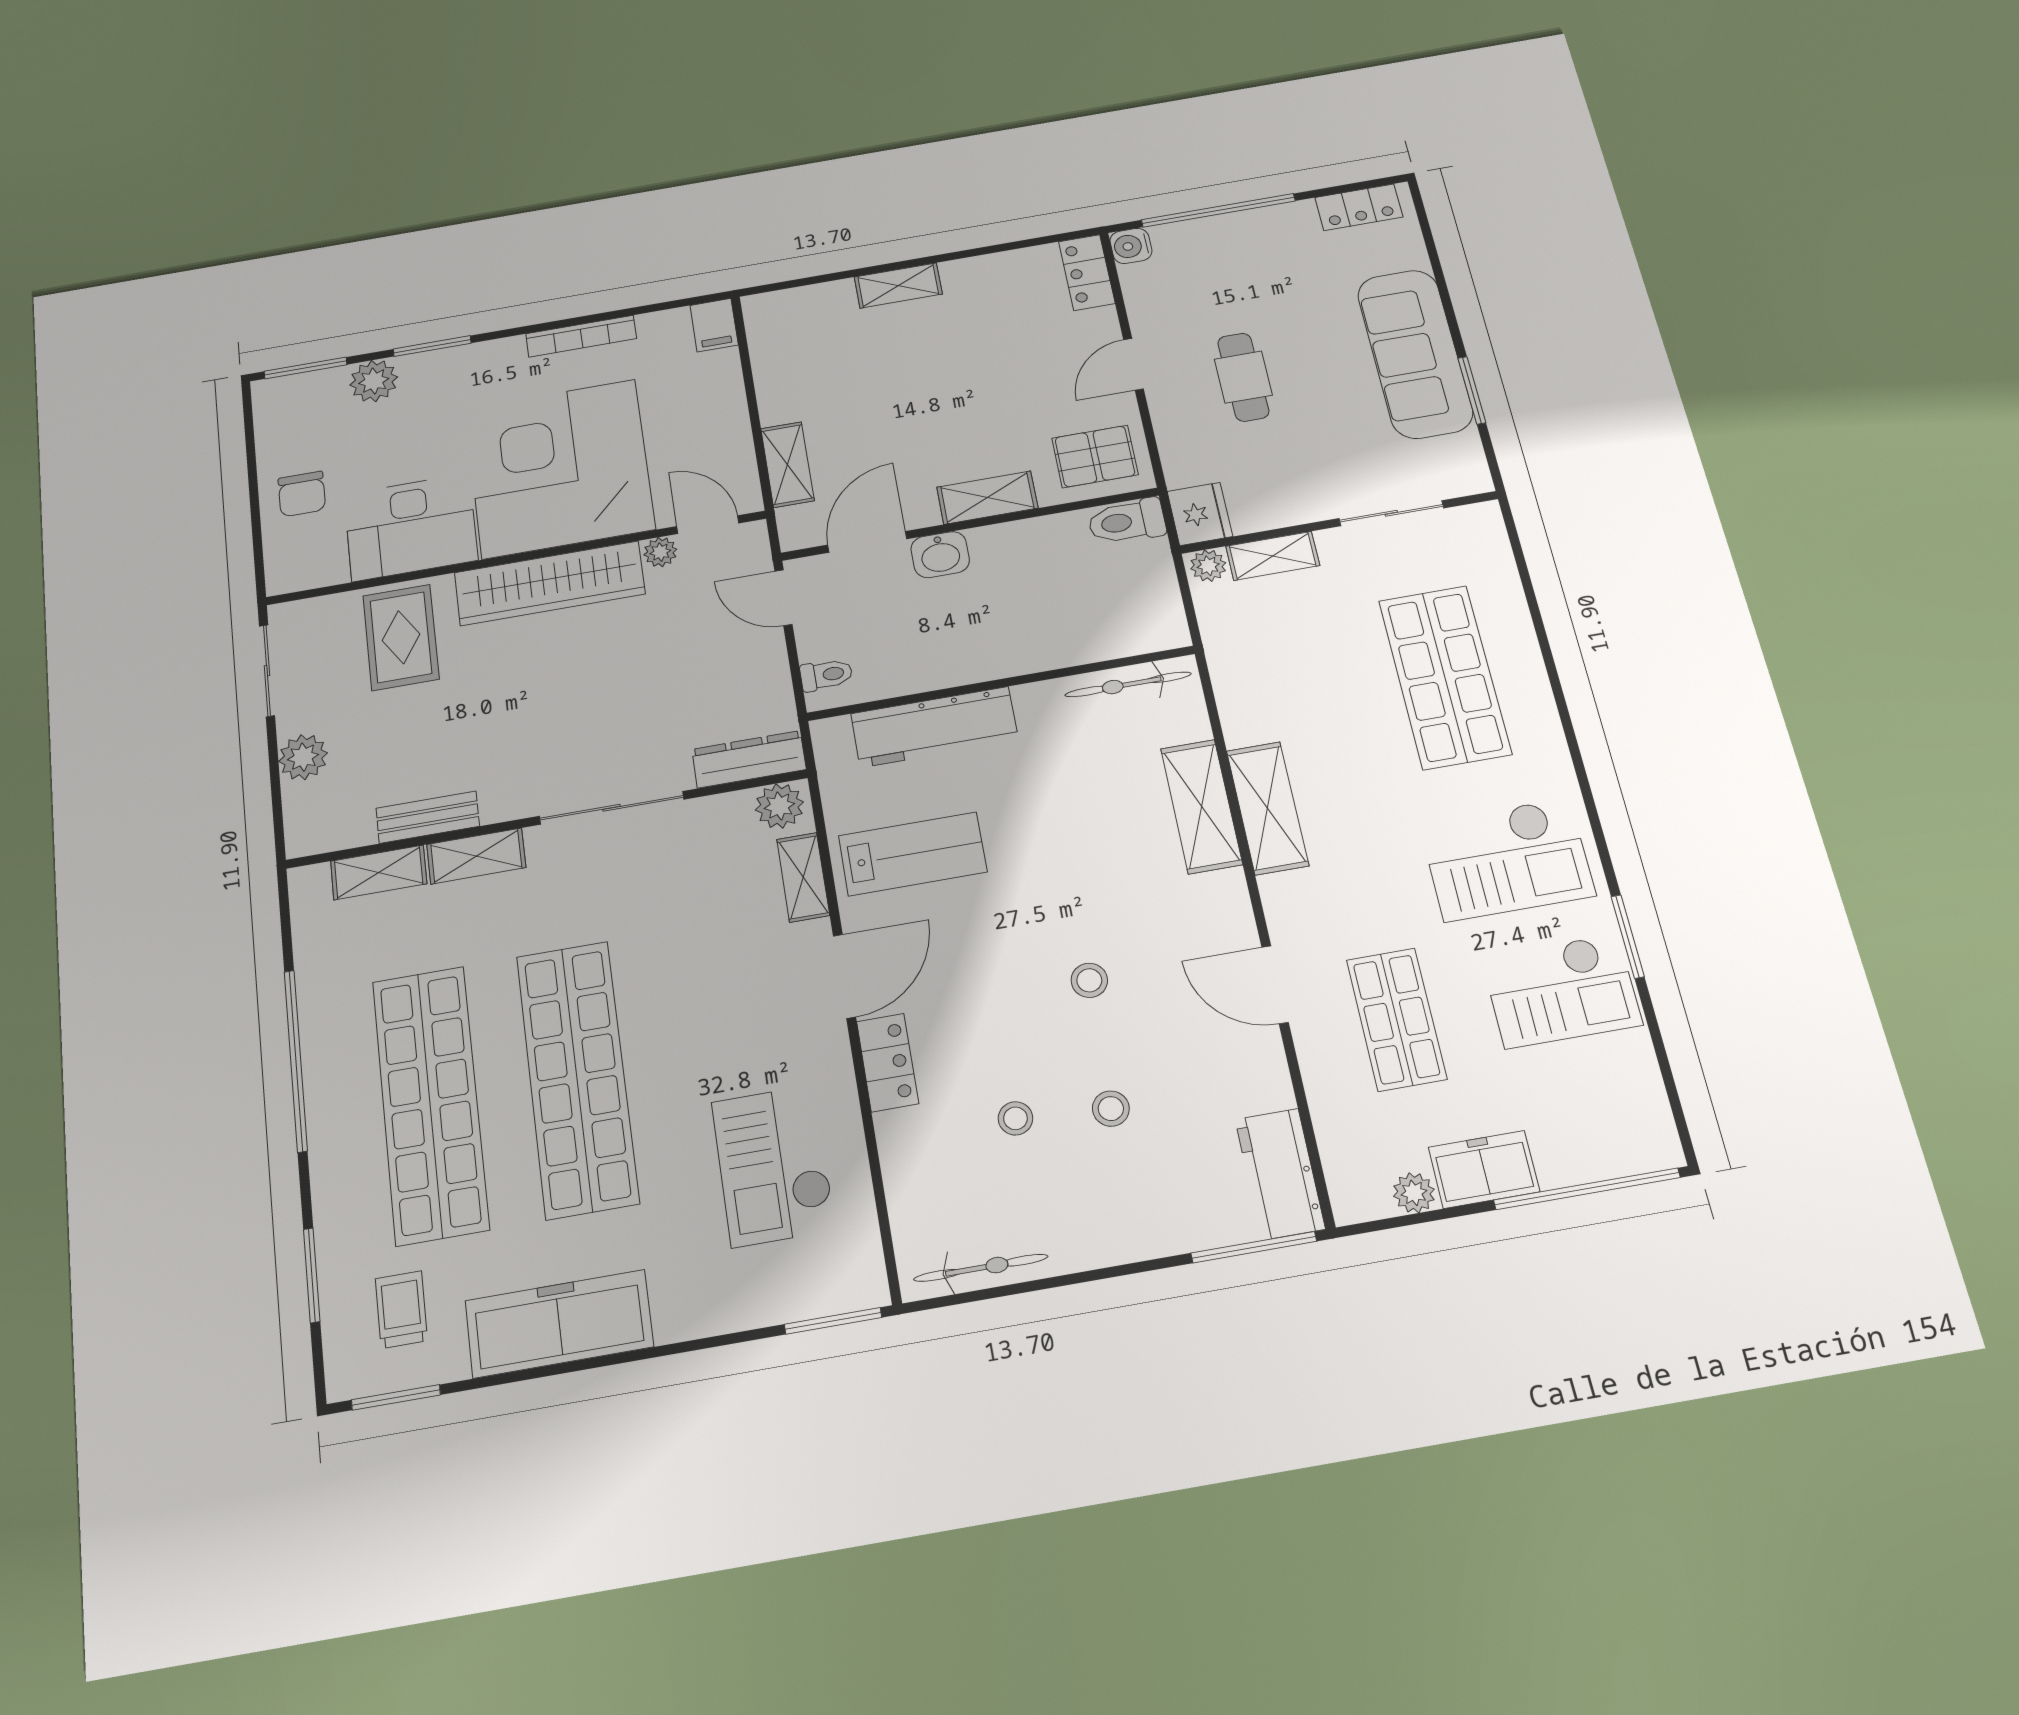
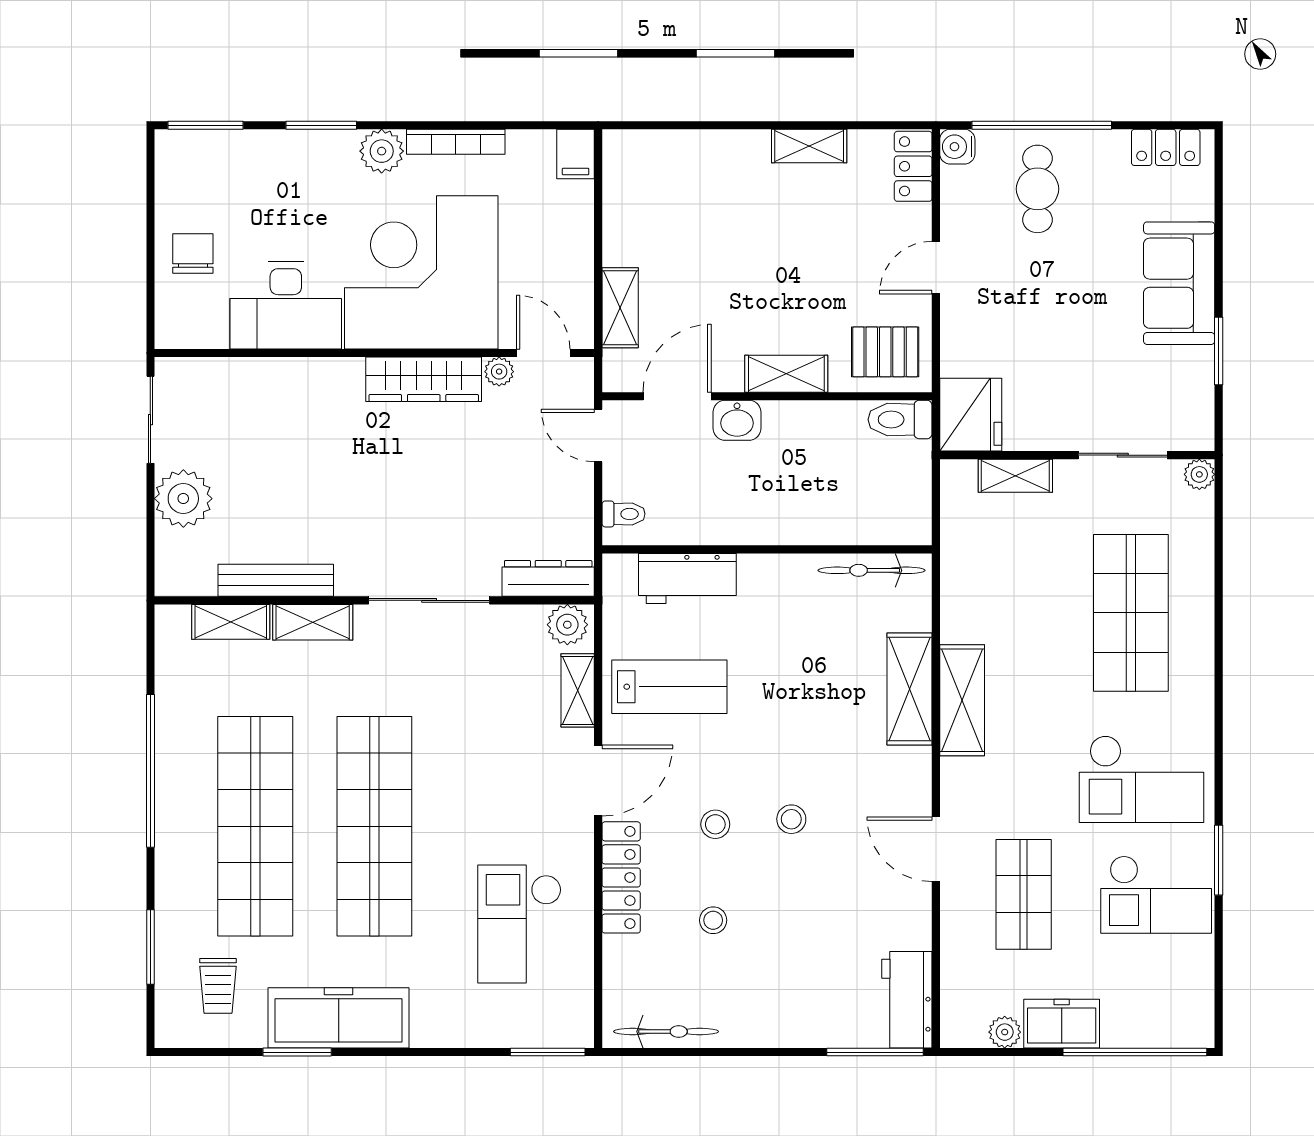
shelving: (898, 286) -> (809, 146), moved
sofa: (1415, 354) -> (1179, 283), width x0.73
cafe table: (1243, 377) -> (1037, 189), moved
plant: (374, 381) -> (382, 151), moved
chair: (302, 494) -> (193, 254), turned 180
fridge: (1200, 514) -> (971, 415), width x1.36, depth x1.34
plant: (1208, 566) -> (1199, 474), moved
wardrobe: (550, 583) -> (424, 379), width x0.71, depth x0.85
rug: (401, 637) -> (268, 410), removed
workbench: (935, 727) -> (687, 578), width x0.73
plant: (303, 757) -> (183, 499), width x1.36, depth x1.36
bench: (428, 817) -> (276, 580), width x1.36
locker: (888, 1063) -> (621, 877), width x1.53
stool: (1111, 1109) -> (715, 824), moved
trolley: (401, 1310) -> (218, 986), turned 180
window: (396, 1397) -> (297, 1052), moved

